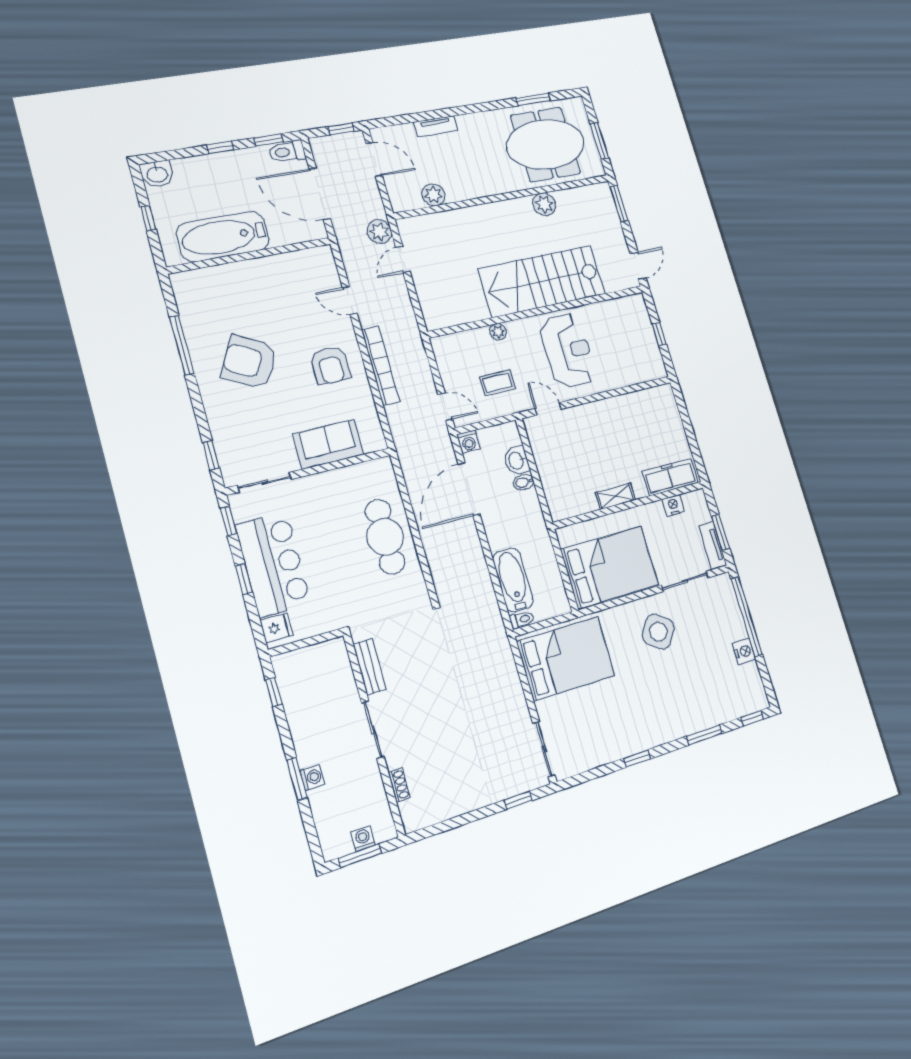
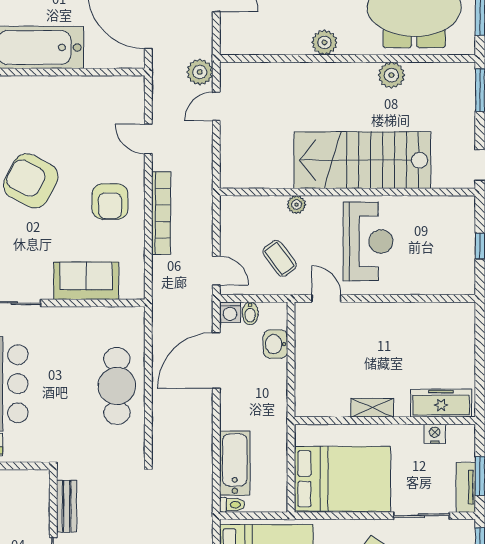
plant: (433, 195) -> (324, 42), moved
coffee table: (498, 383) -> (280, 258), turned 53
bidet: (524, 482) -> (250, 313), moved, turned -90

